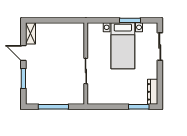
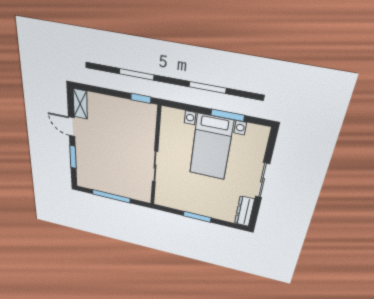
window: (73, 20) -> (141, 98), added
sliding door: (160, 46) -> (262, 180), moved
window: (139, 107) -> (197, 217), moved

